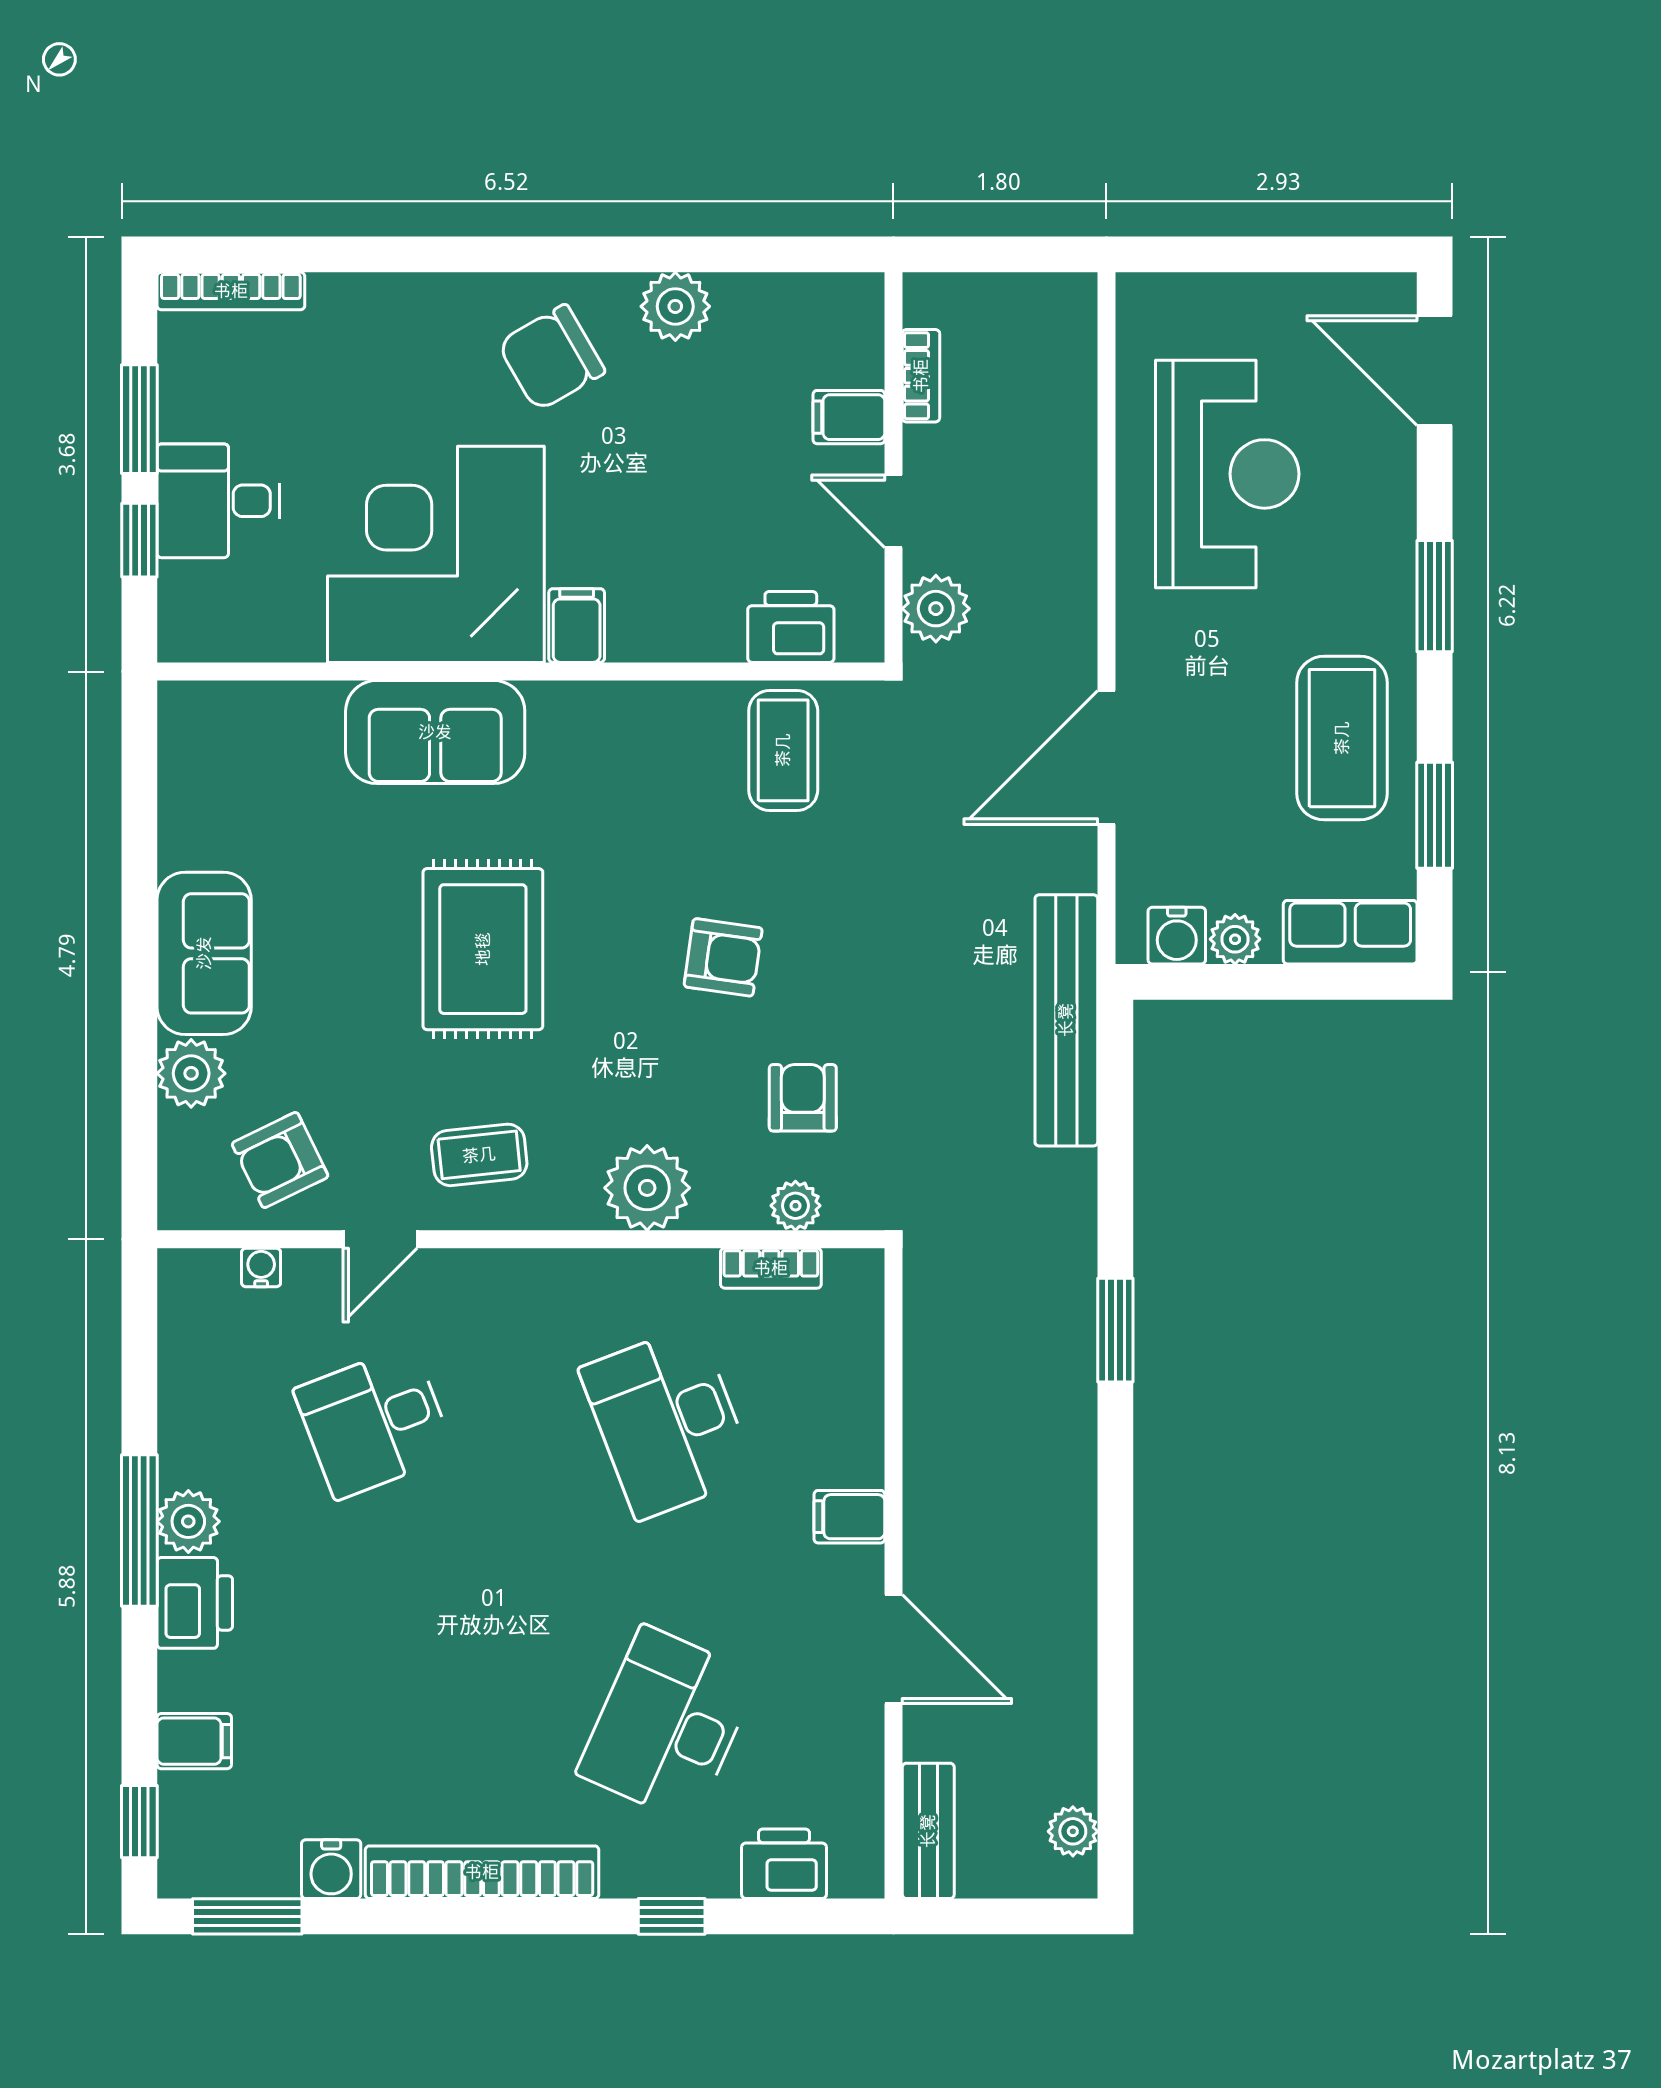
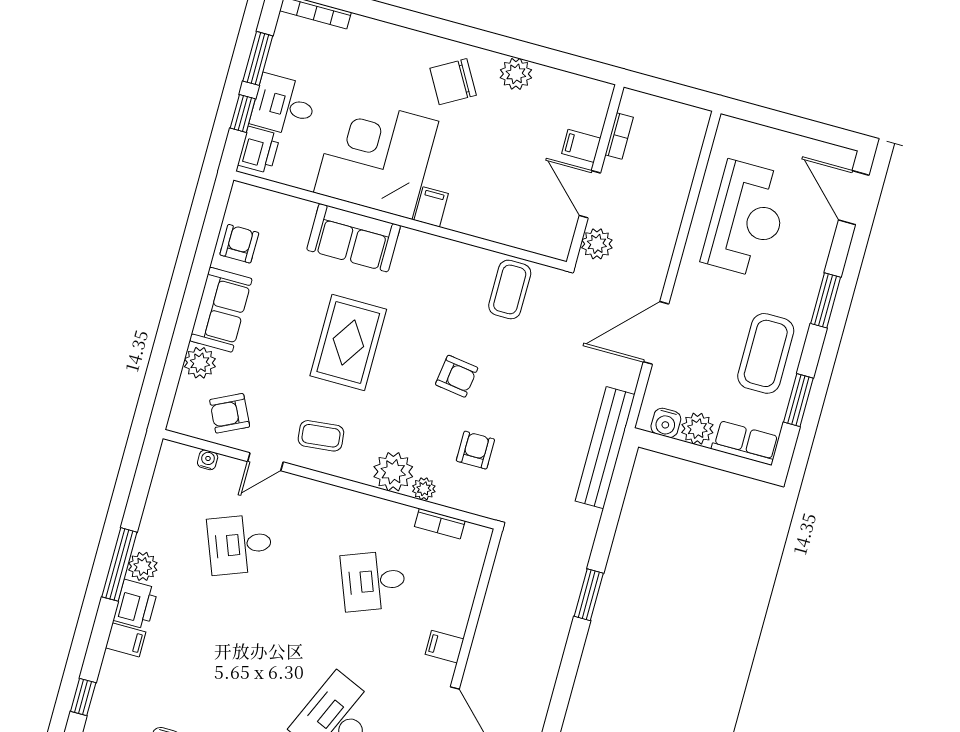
door: (894, 511) -> (590, 194), width x1.38
printer: (791, 627) -> (259, 150), moved, turned 90
armchair: (205, 808) -> (239, 244), added
plant: (1235, 939) -> (697, 429), width x1.38, depth x1.38
plant: (795, 1206) -> (424, 489), moved
desk: (667, 1422) -> (373, 581), width x0.73
filing cabinet: (194, 1741) -> (126, 640), moved

